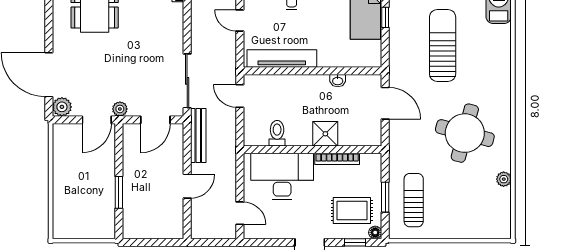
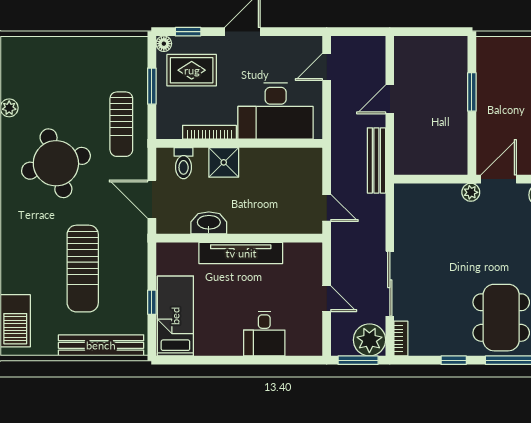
tv unit: (282, 58) -> (241, 253), moved
sliding door: (187, 81) -> (390, 284), moved
washbasin: (338, 81) -> (209, 223), width x1.91, depth x1.45
door: (155, 120) -> (428, 179), removed
toilet: (277, 133) -> (184, 163), moved
round table: (465, 133) -> (56, 163), turned -31
sun lounger: (414, 200) -> (121, 124), moved
door: (240, 213) -> (327, 67), hinge flipped

